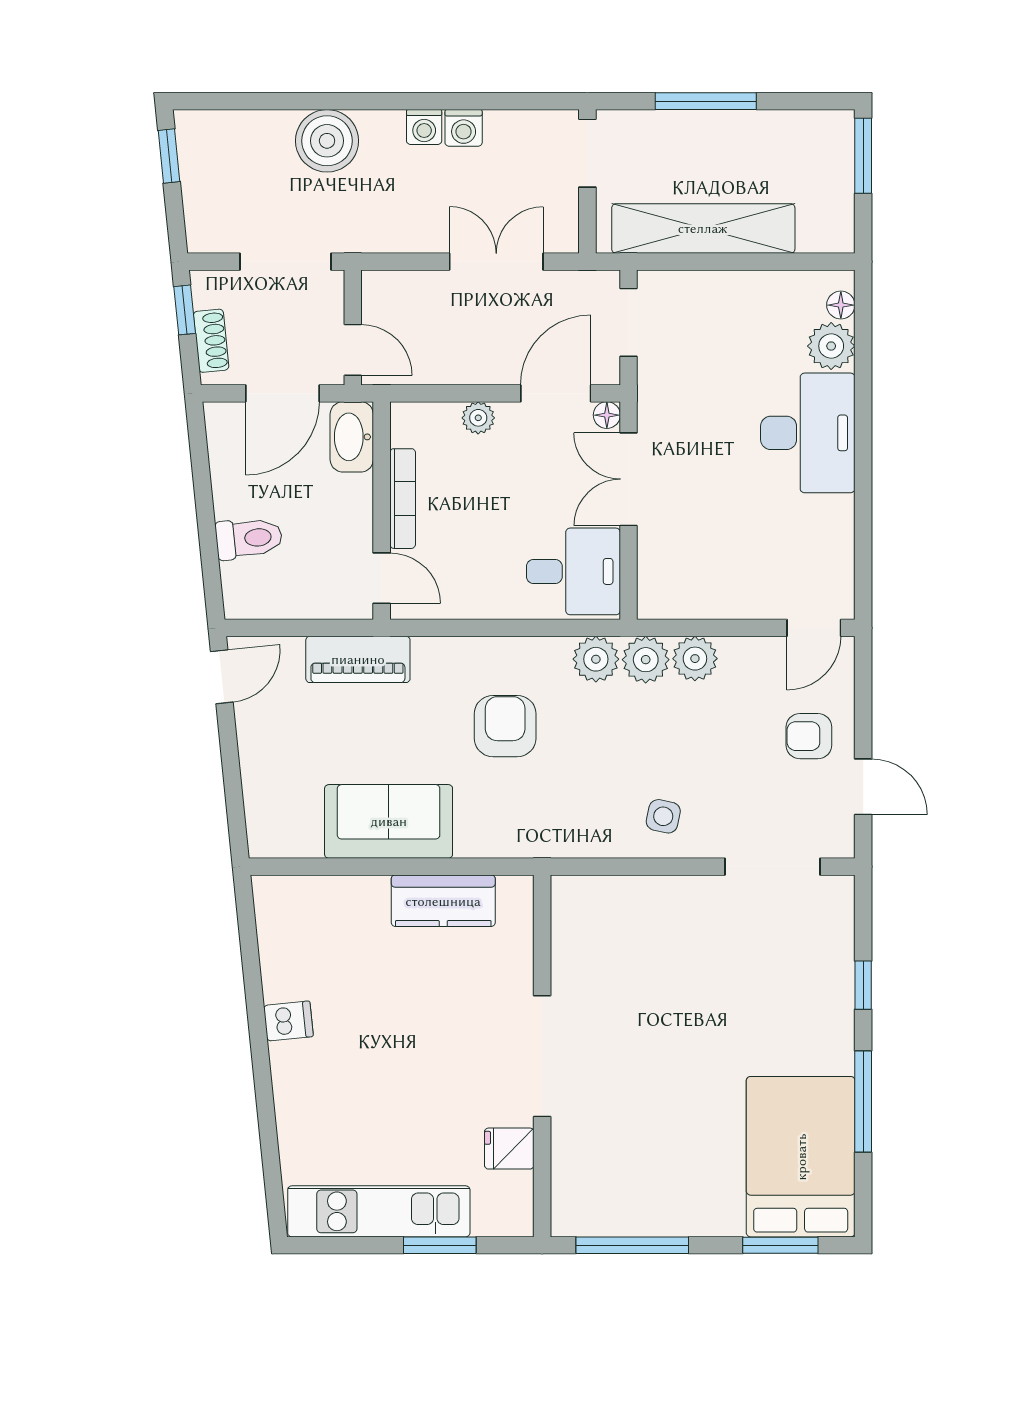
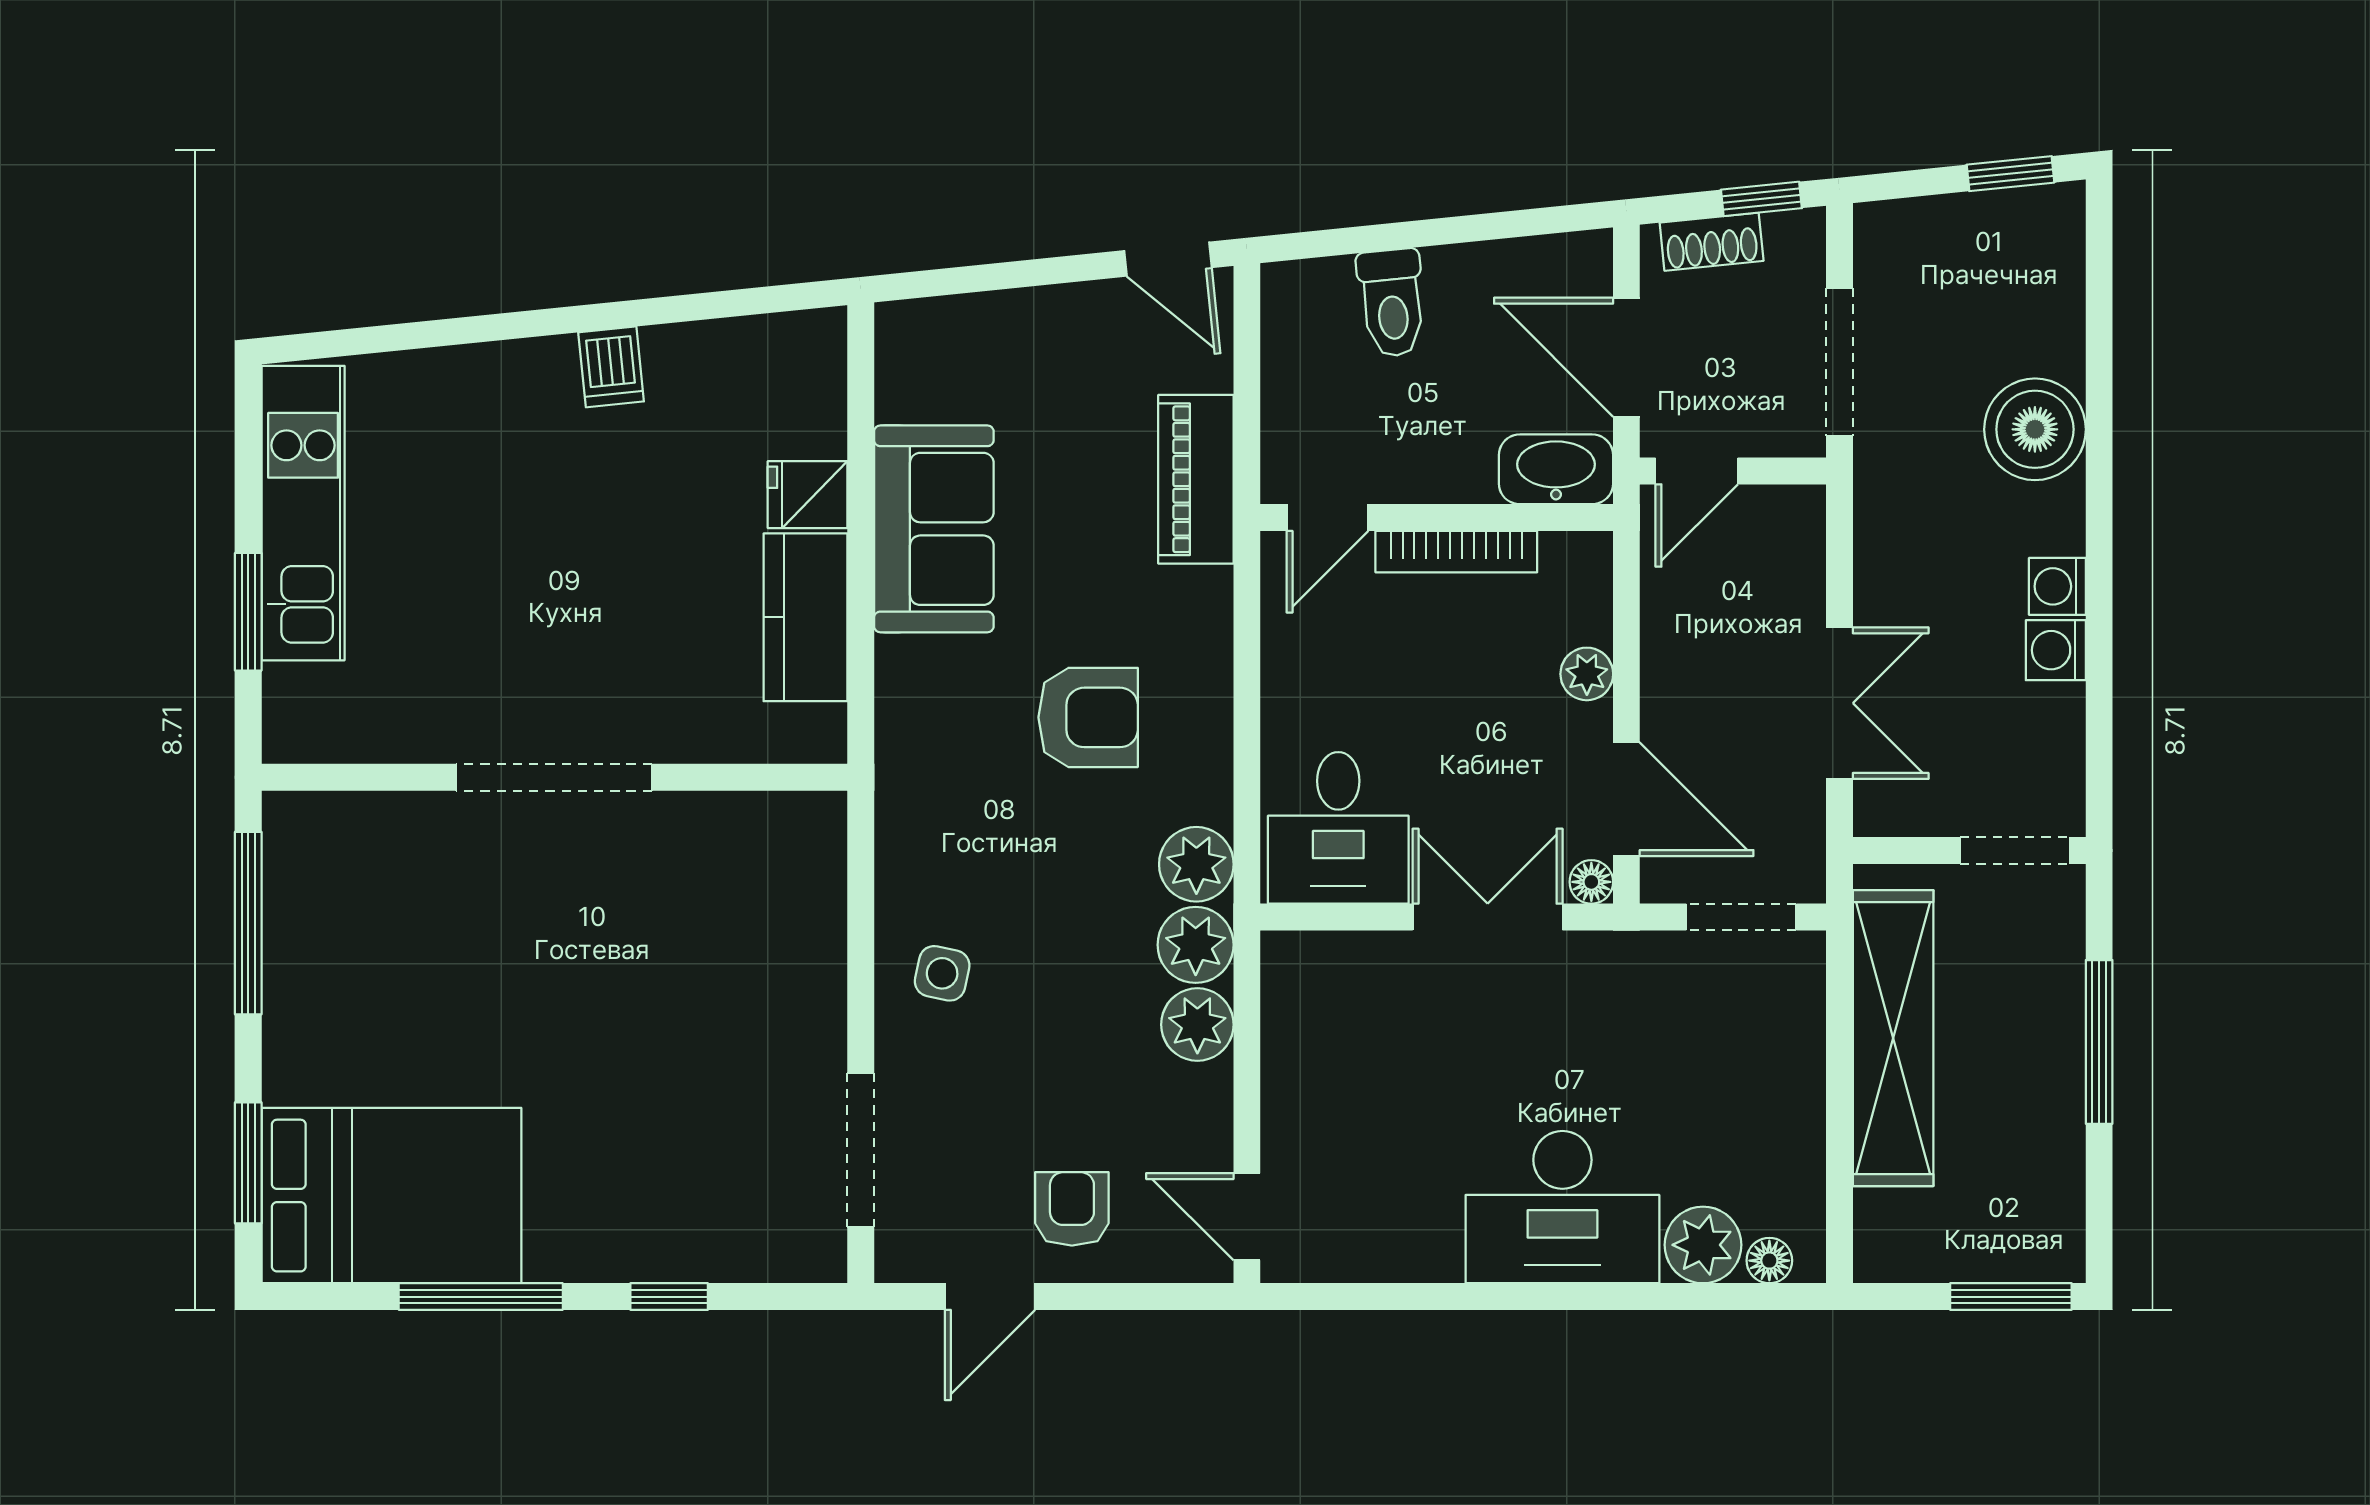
fridge: (509, 1149) -> (808, 495), moved, turned -90

